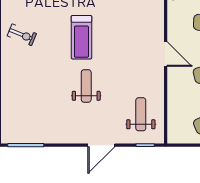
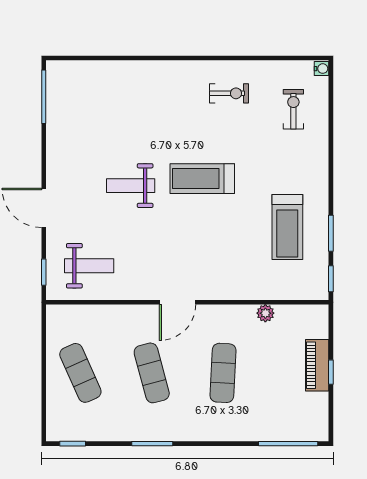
exercise bike: (22, 35) -> (229, 93), moved, turned -112
weight bench: (86, 86) -> (131, 186), turned 180

